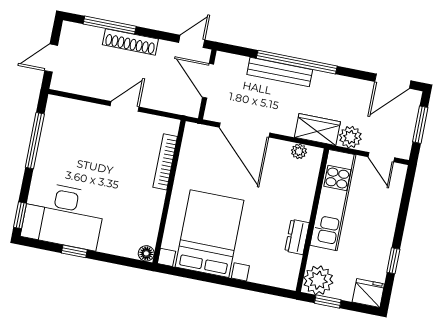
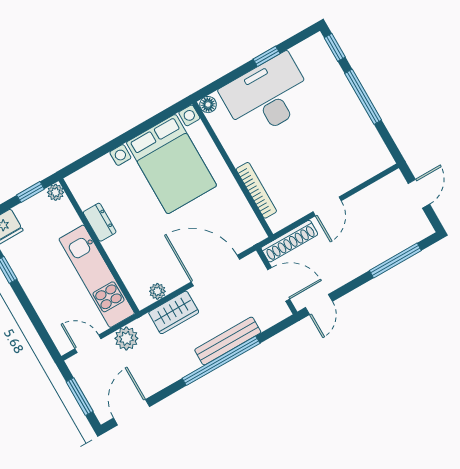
shoe rack: (130, 42) -> (289, 241), moved, turned 180
wardrobe: (317, 130) -> (174, 312), moved
window: (35, 141) -> (363, 97), moved
desk: (63, 216) -> (267, 96), moved
plant: (318, 280) -> (56, 192), width x0.53, depth x0.53

